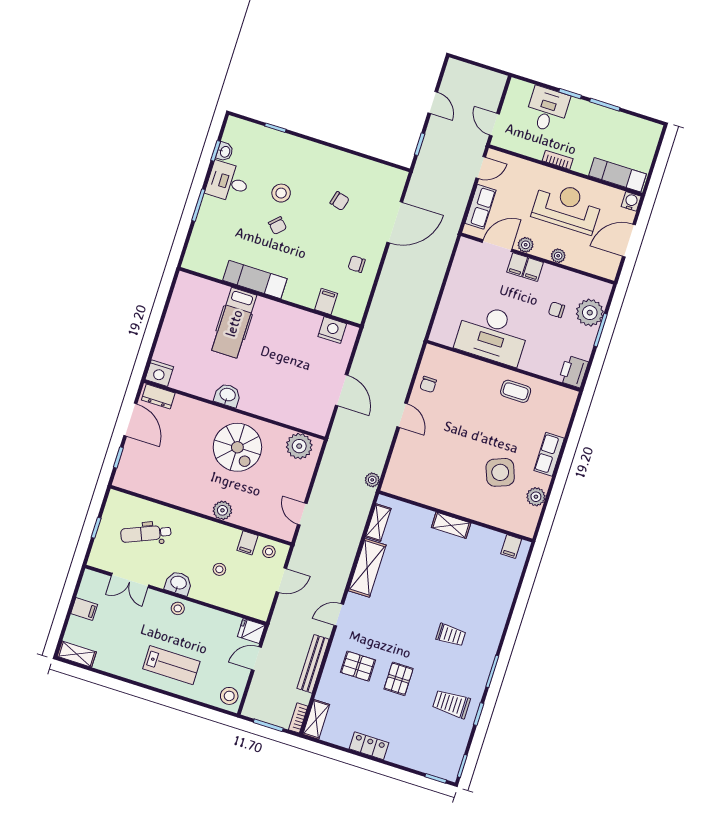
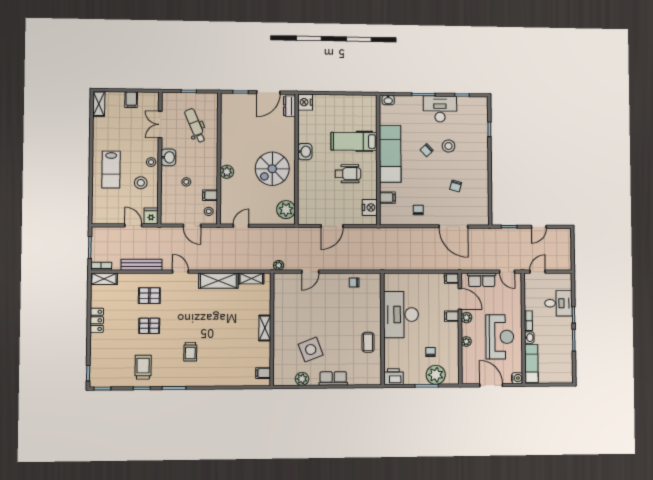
washbasin: (225, 152) -> (388, 100), moved
washbasin: (581, 166) -> (529, 338), added
desk: (228, 182) -> (440, 109), width x1.37
filing cabinet: (533, 270) -> (452, 278), moved
exam couch: (255, 280) -> (390, 154), width x1.36, depth x1.45
wheelchair: (276, 345) -> (348, 174), added
door: (402, 415) -> (310, 272), moved
pallet: (358, 666) -> (149, 296), turned 90
stool: (229, 696) -> (141, 183), moved

